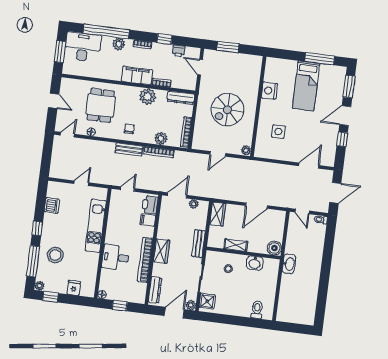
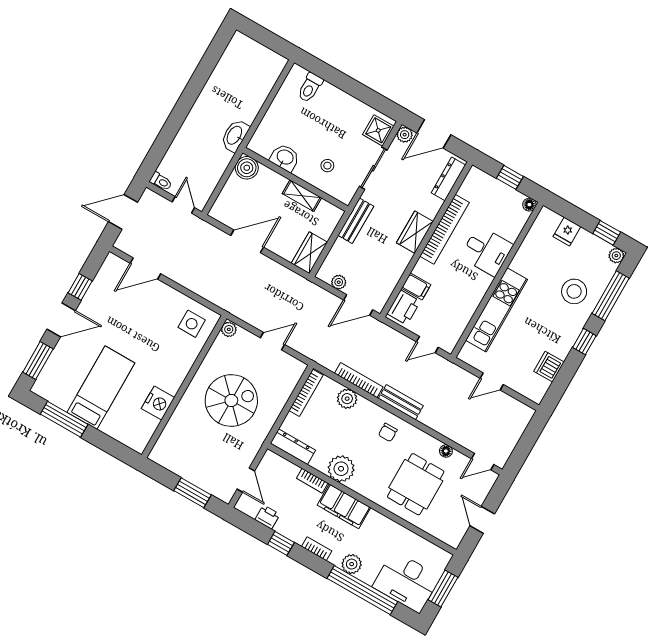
side table: (278, 132) -> (192, 324), moved

